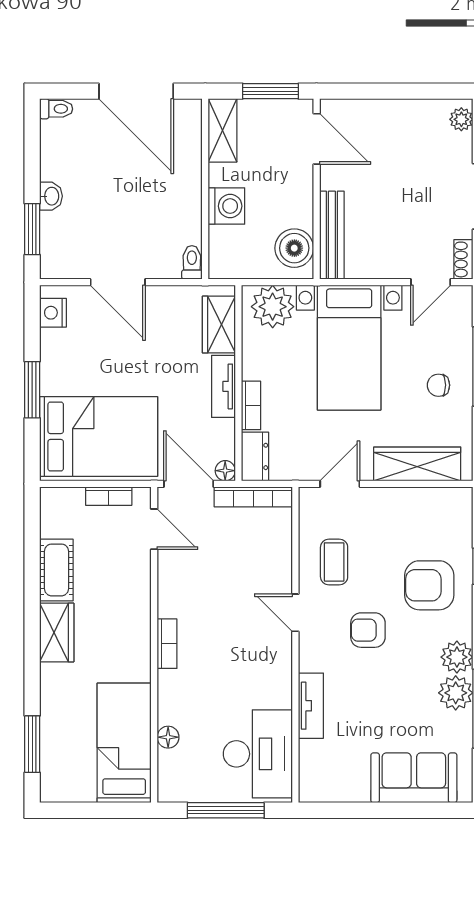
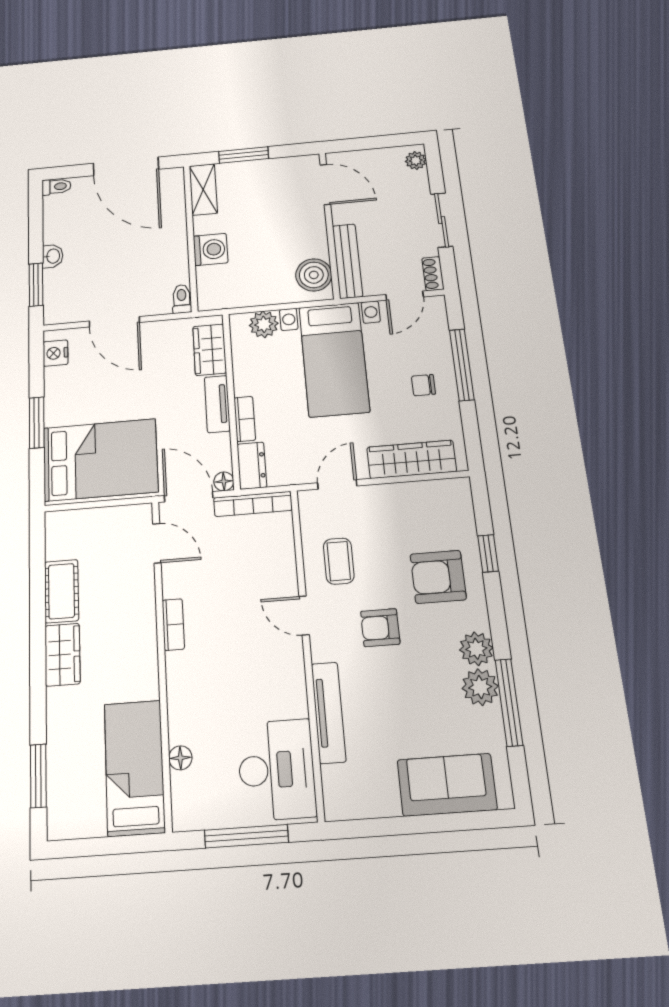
door: (317, 139) -> (325, 185), moved
wall: (317, 189) -> (329, 224), moved
bench: (332, 235) -> (347, 261), moved
boiler: (294, 248) -> (314, 275), moved
plant: (273, 307) -> (264, 324), width x0.73, depth x0.73
bookcase: (109, 496) -> (111, 515), removed
bookcase: (167, 644) -> (173, 625), moved
tv unit: (311, 706) -> (328, 712), width x1.41

